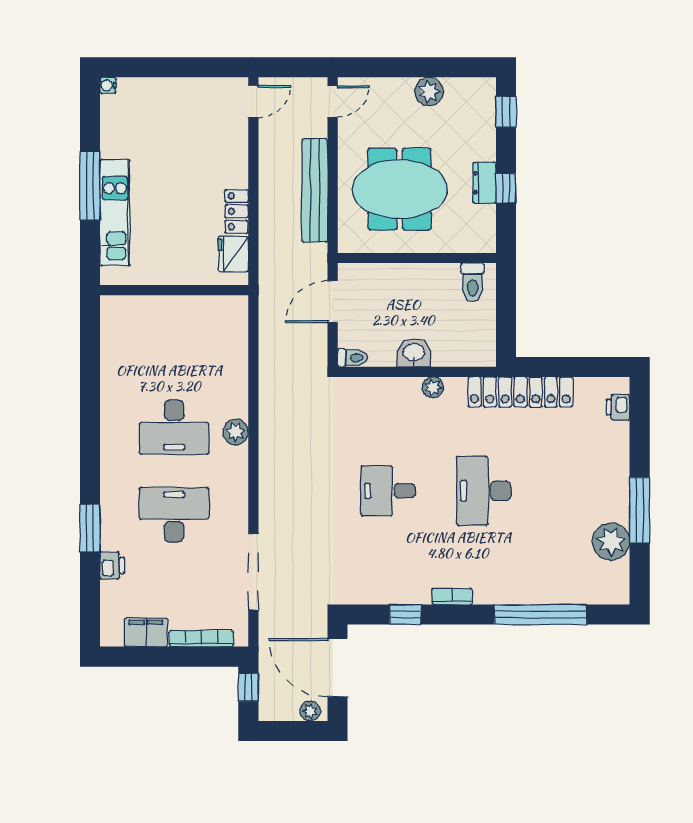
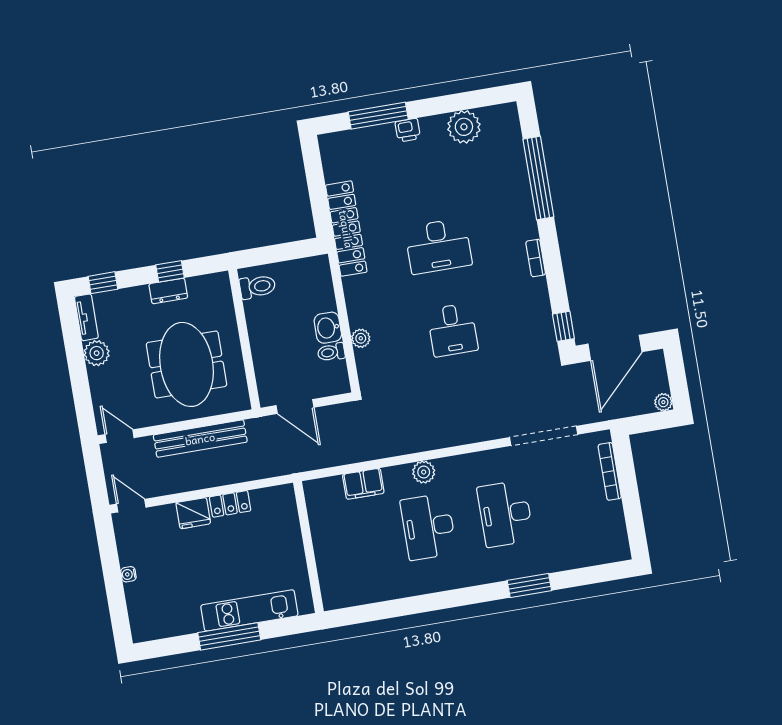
water cooler: (108, 85) -> (128, 574), moved, turned 90
tv unit: (471, 87) -> (86, 317), added
fridge: (233, 254) -> (193, 513), moved
toilet: (352, 358) -> (331, 352), moved, turned -90
plant: (433, 387) -> (361, 338), moved
printer: (618, 407) -> (408, 130), moved
desk: (174, 427) -> (428, 527), turned 180
window: (640, 510) -> (378, 116), moved
printer: (112, 566) -> (559, 561), removed
window: (405, 615) -> (563, 326), moved
filing cabinet: (146, 632) -> (363, 484), moved, turned -90
window: (248, 687) -> (645, 423), removed
plant: (310, 711) -> (663, 402), moved

